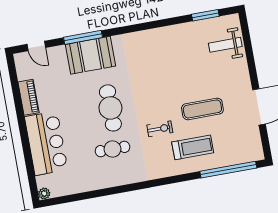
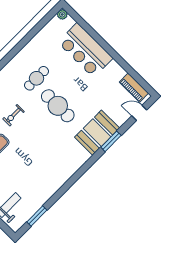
window: (83, 37) -> (111, 141), width x0.69
piano: (29, 97) -> (134, 88), moved

